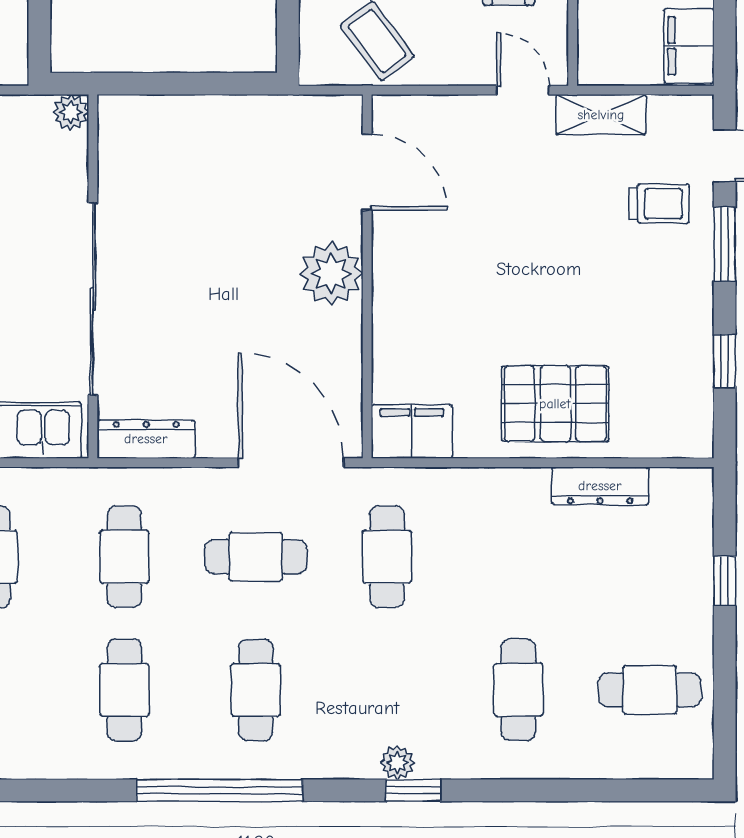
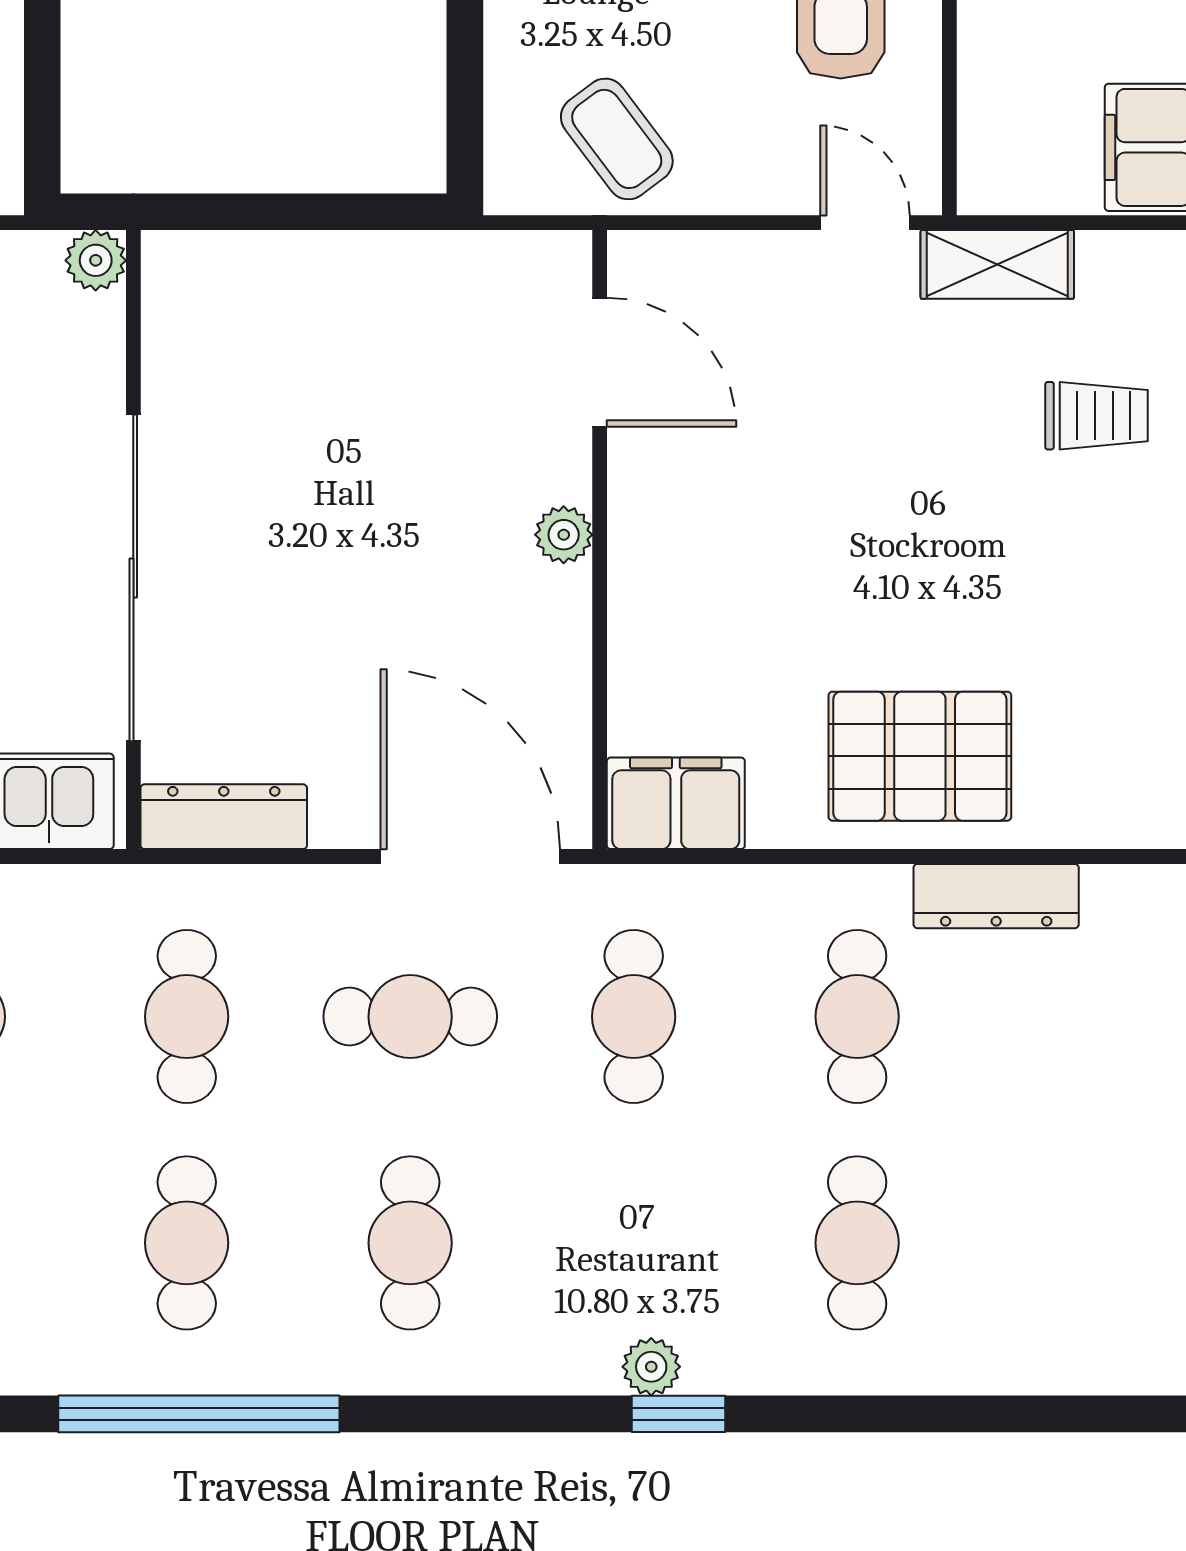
plant: (331, 274) -> (564, 535), width x0.53, depth x0.53
cafe table: (650, 690) -> (857, 1017), moved, turned 90
window: (219, 790) -> (199, 1414), moved

